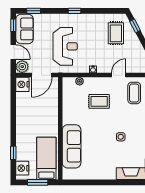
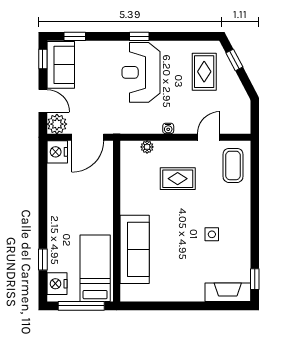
reception desk: (65, 46) -> (141, 72), moved, turned 180
window: (38, 182) -> (81, 306), width x1.44

